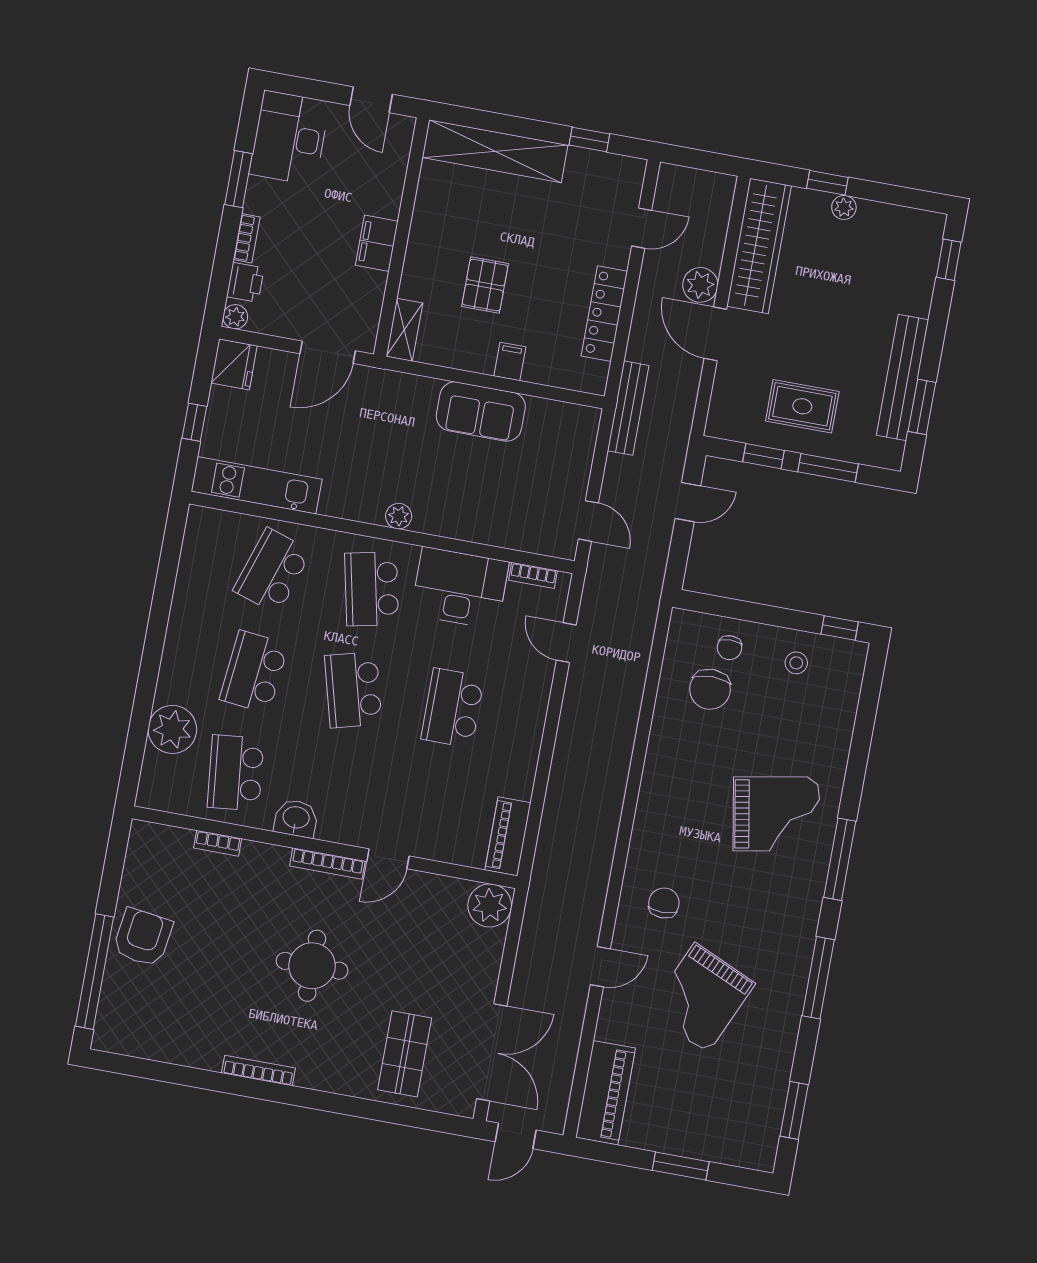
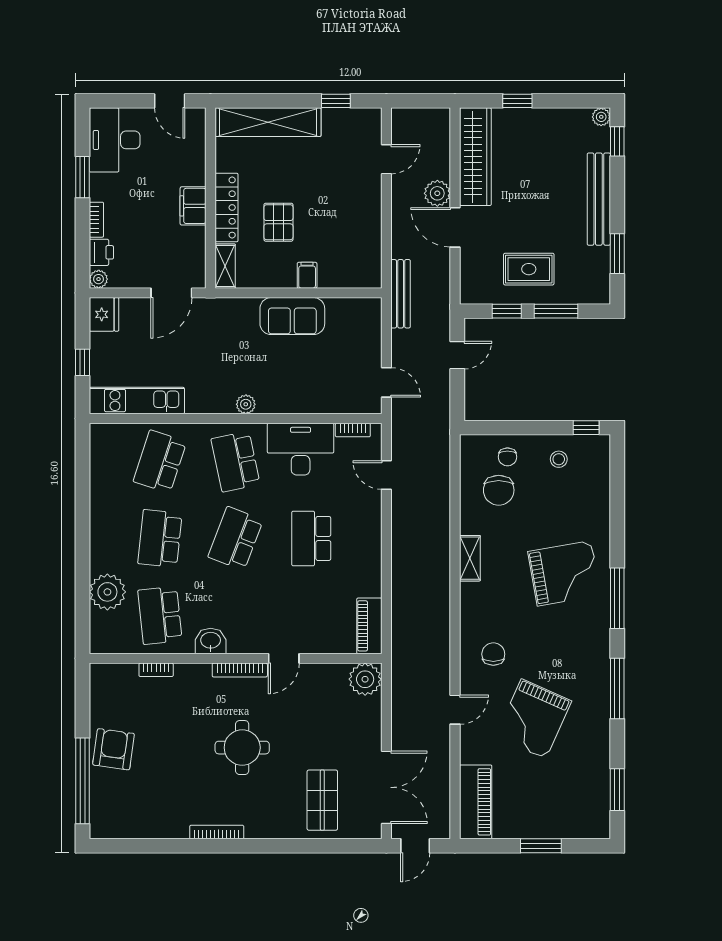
plant: (844, 207) -> (601, 117), moved
locker: (604, 314) -> (226, 208), moved, turned 180
bench: (902, 378) -> (599, 199), moved
school desk: (353, 690) -> (236, 538), turned 36
shelving: (656, 772) -> (470, 558), added

